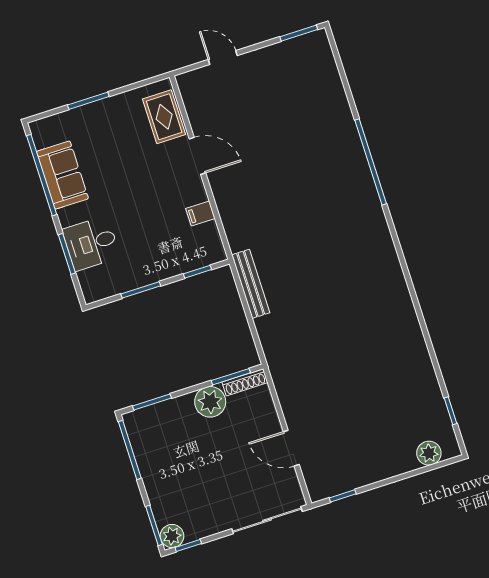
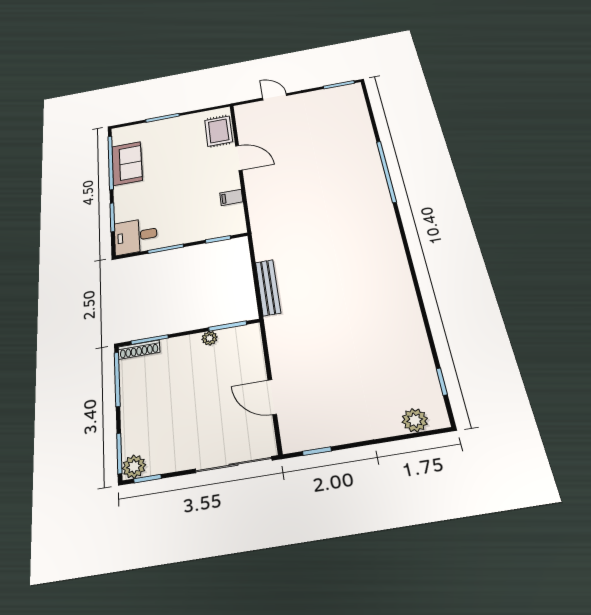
desk: (91, 243) -> (136, 236), moved
bench: (251, 284) -> (268, 287), moved
shoe rack: (245, 382) -> (139, 350), moved
plant: (210, 402) -> (209, 338), width x0.53, depth x0.53

